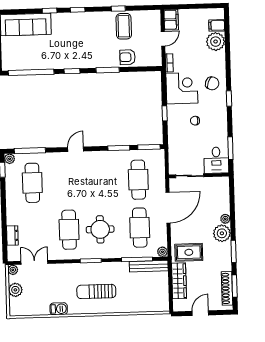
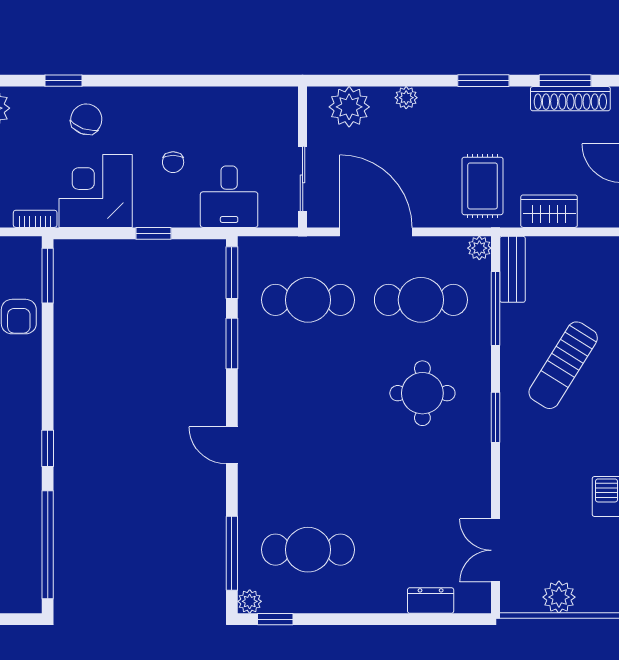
window: (108, 70) -> (48, 276), moved
window: (229, 98) -> (64, 81), moved
window: (230, 148) -> (240, 81), removed
desk: (216, 160) -> (229, 197), moved, turned 90
cafe table: (69, 230) -> (421, 466), removed
plant: (222, 233) -> (349, 107), moved
bench: (149, 266) -> (512, 269), width x0.73
plant: (13, 270) -> (512, 602), removed
wardrobe: (179, 281) -> (549, 211), width x0.67
sun lounger: (96, 291) -> (563, 365), moved, turned 32

